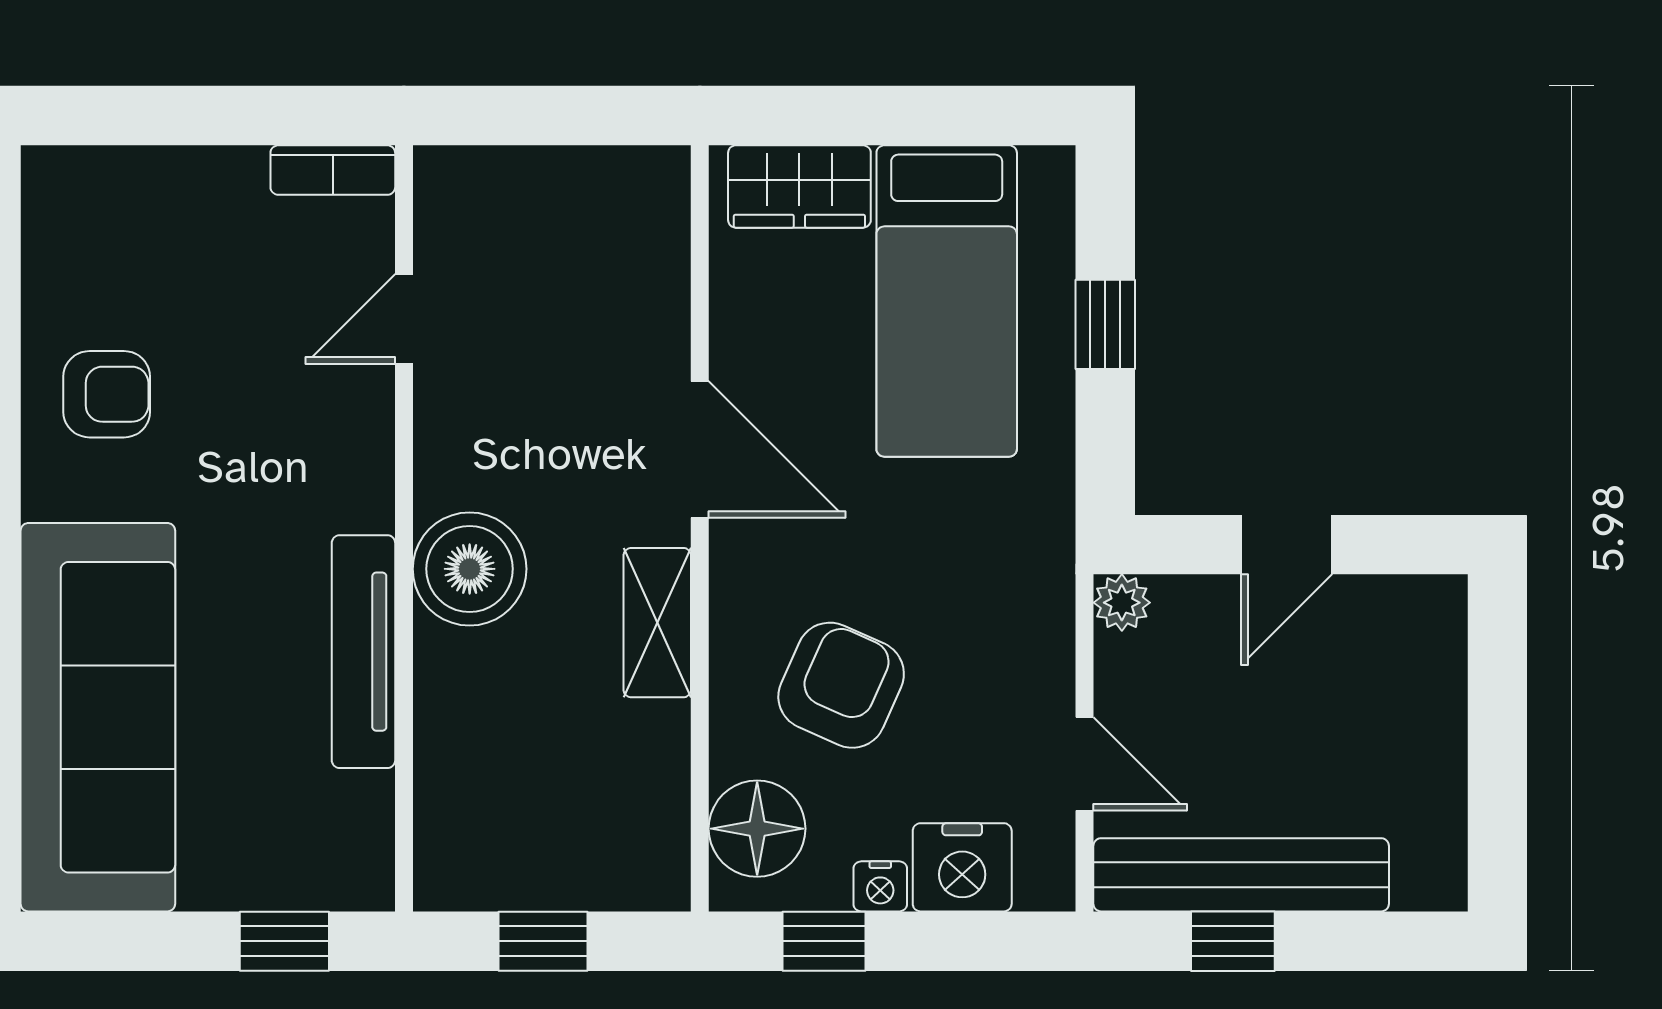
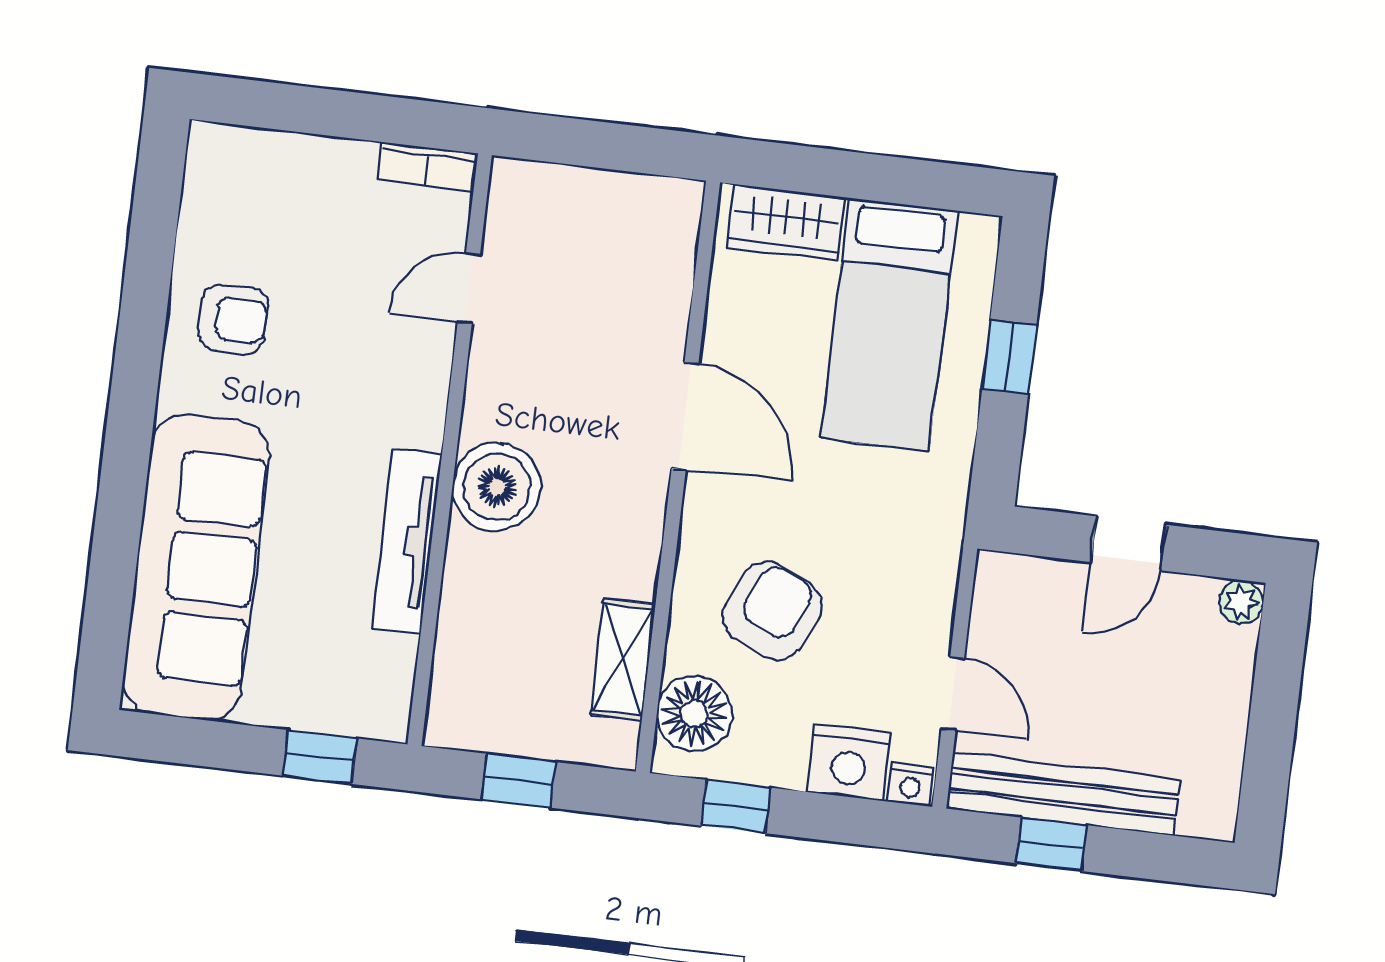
plant: (1122, 603) -> (1241, 602), moved
shelving: (657, 623) -> (623, 660), moved
nightstand: (880, 886) -> (910, 785), moved

